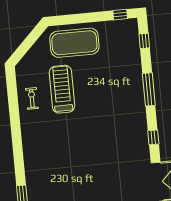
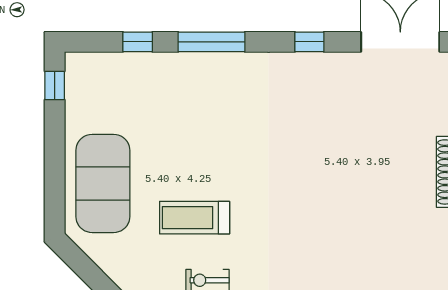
window: (144, 41) -> (138, 42), moved
treadmill: (62, 89) -> (195, 218), width x0.73, depth x0.73

